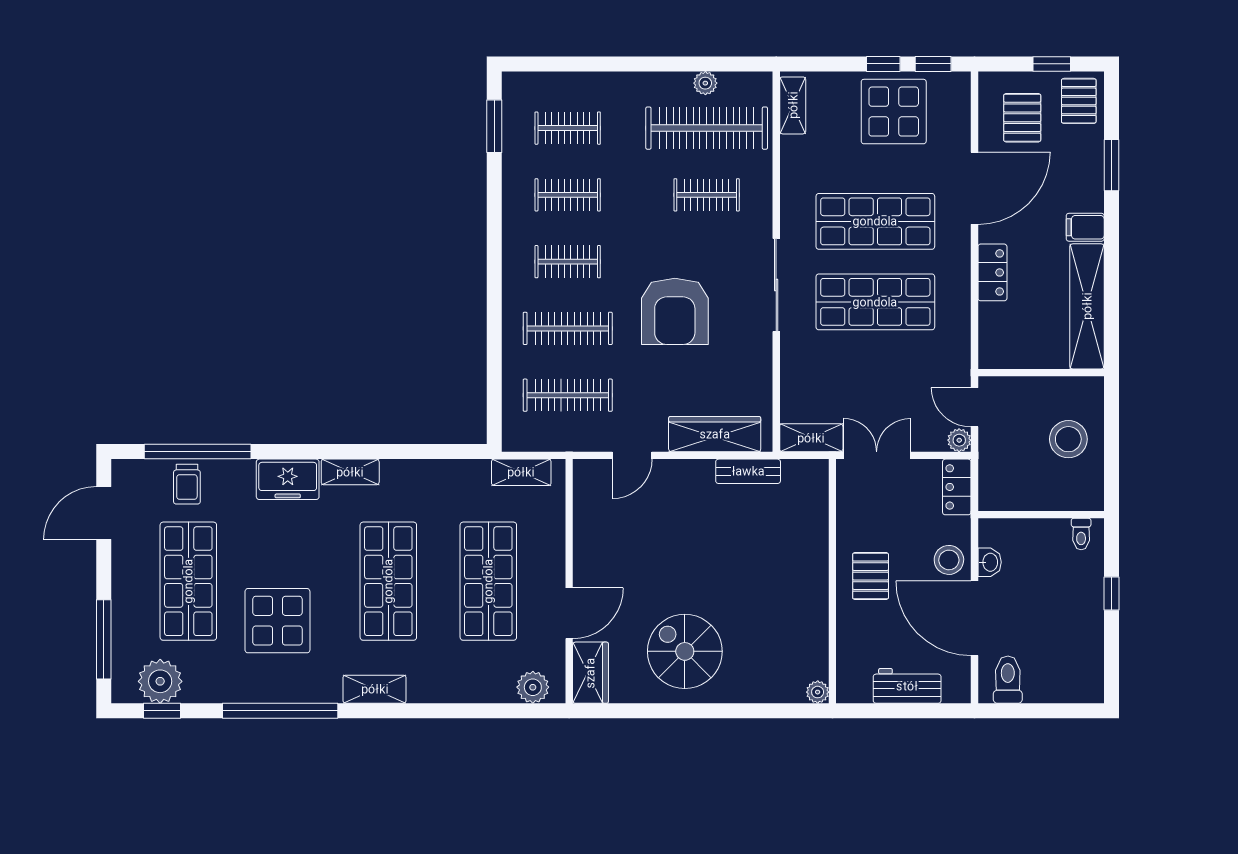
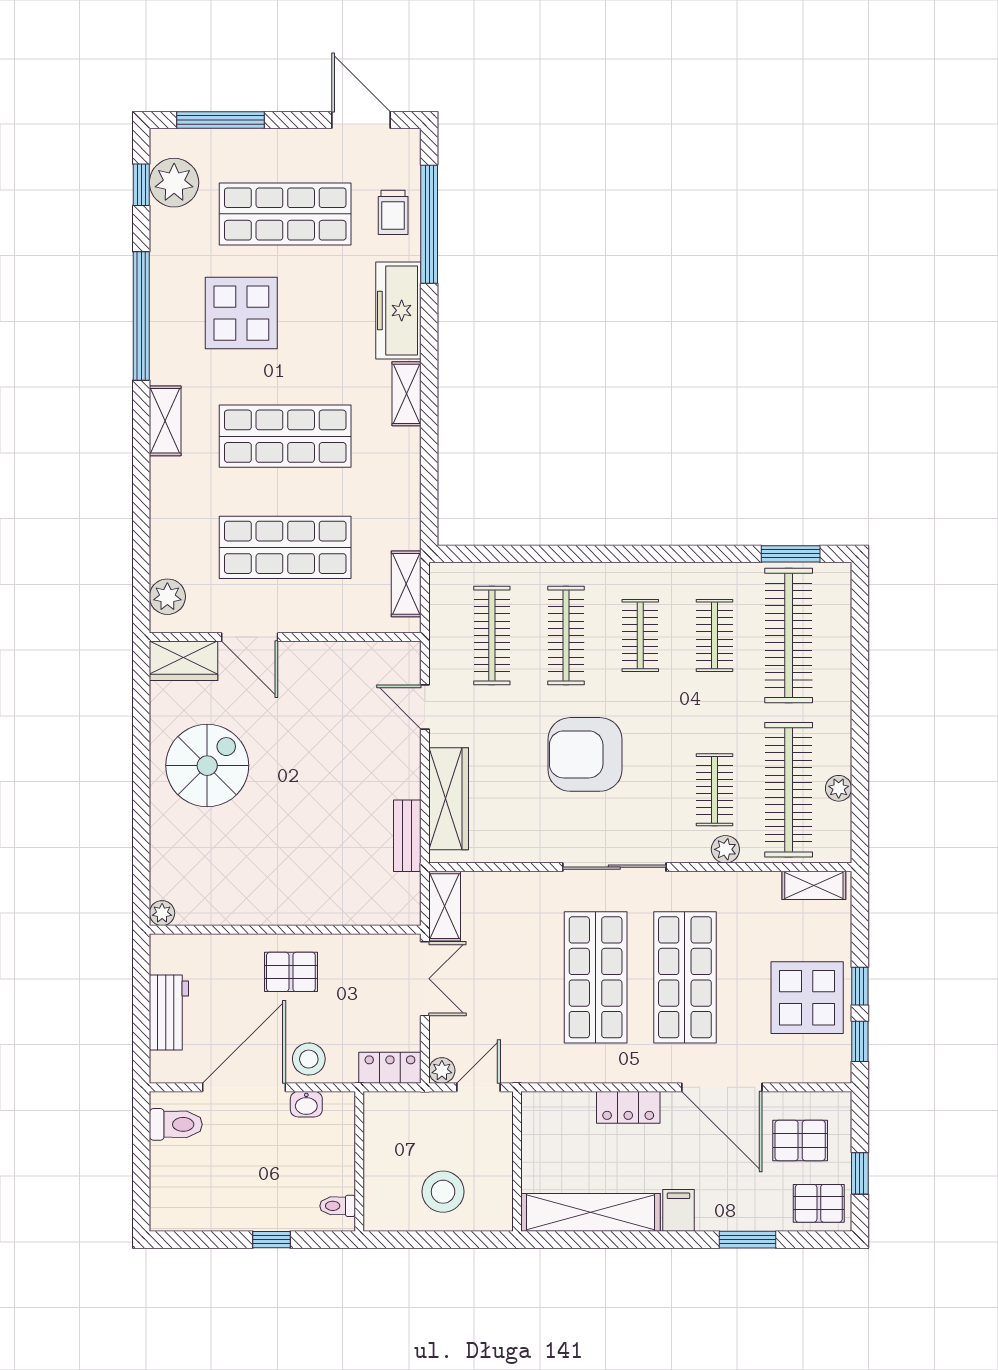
clothes rail: (568, 128) -> (789, 635), width x1.86, depth x1.31
plant: (760, 185) -> (725, 849), added
freezer: (288, 479) -> (398, 310), width x1.40
trolley: (187, 484) -> (393, 212), turned -90

